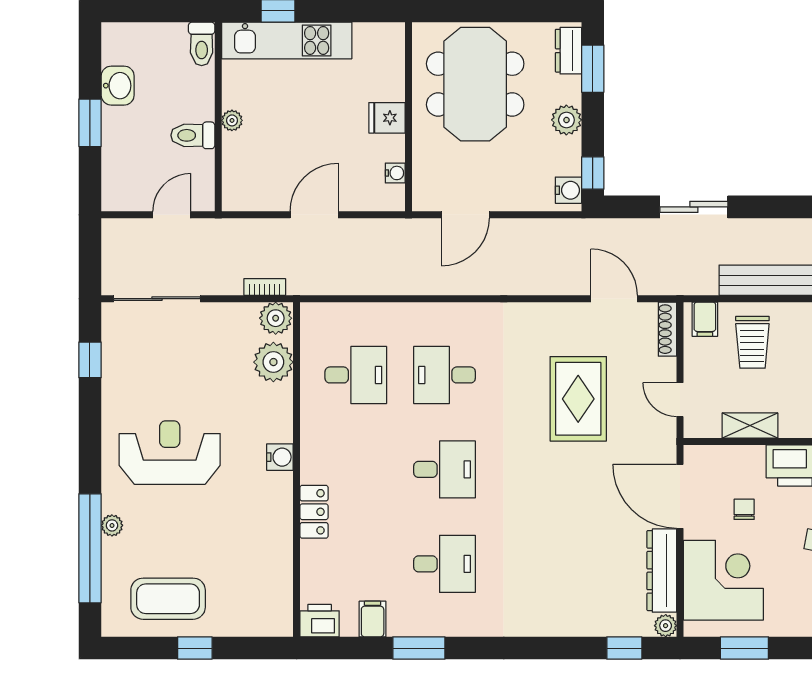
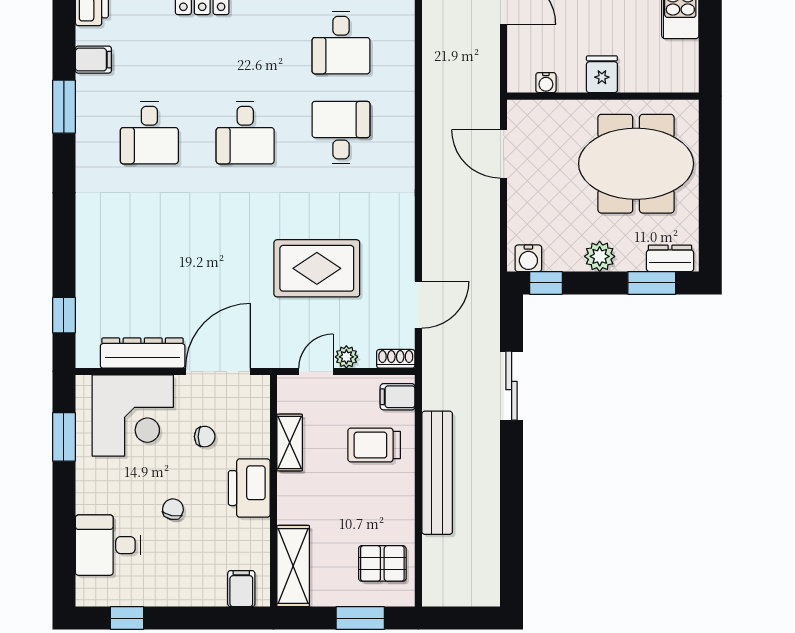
shoe rack: (667, 329) -> (396, 359), width x0.70
plant: (666, 626) -> (346, 357), moved

